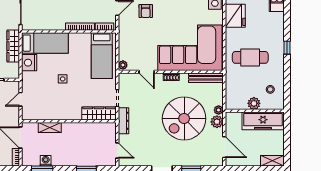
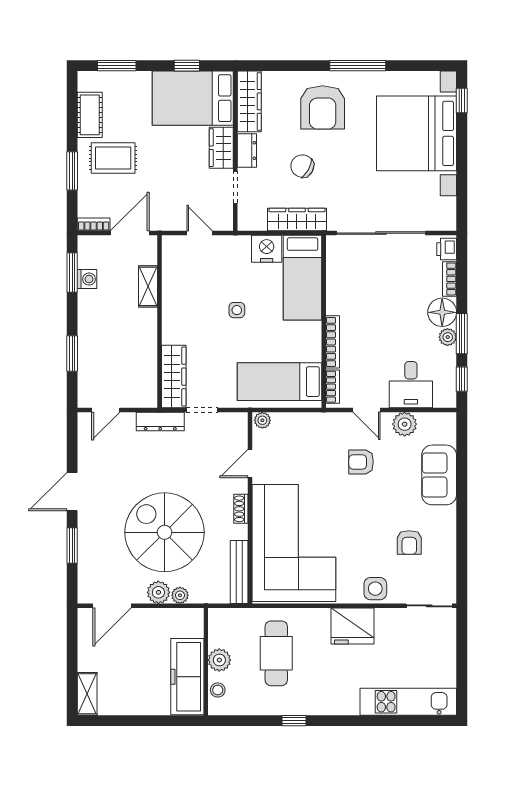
plant: (254, 103) -> (219, 660), moved
wall: (255, 111) -> (206, 662), moved
freezer: (263, 121) -> (187, 677), moved

